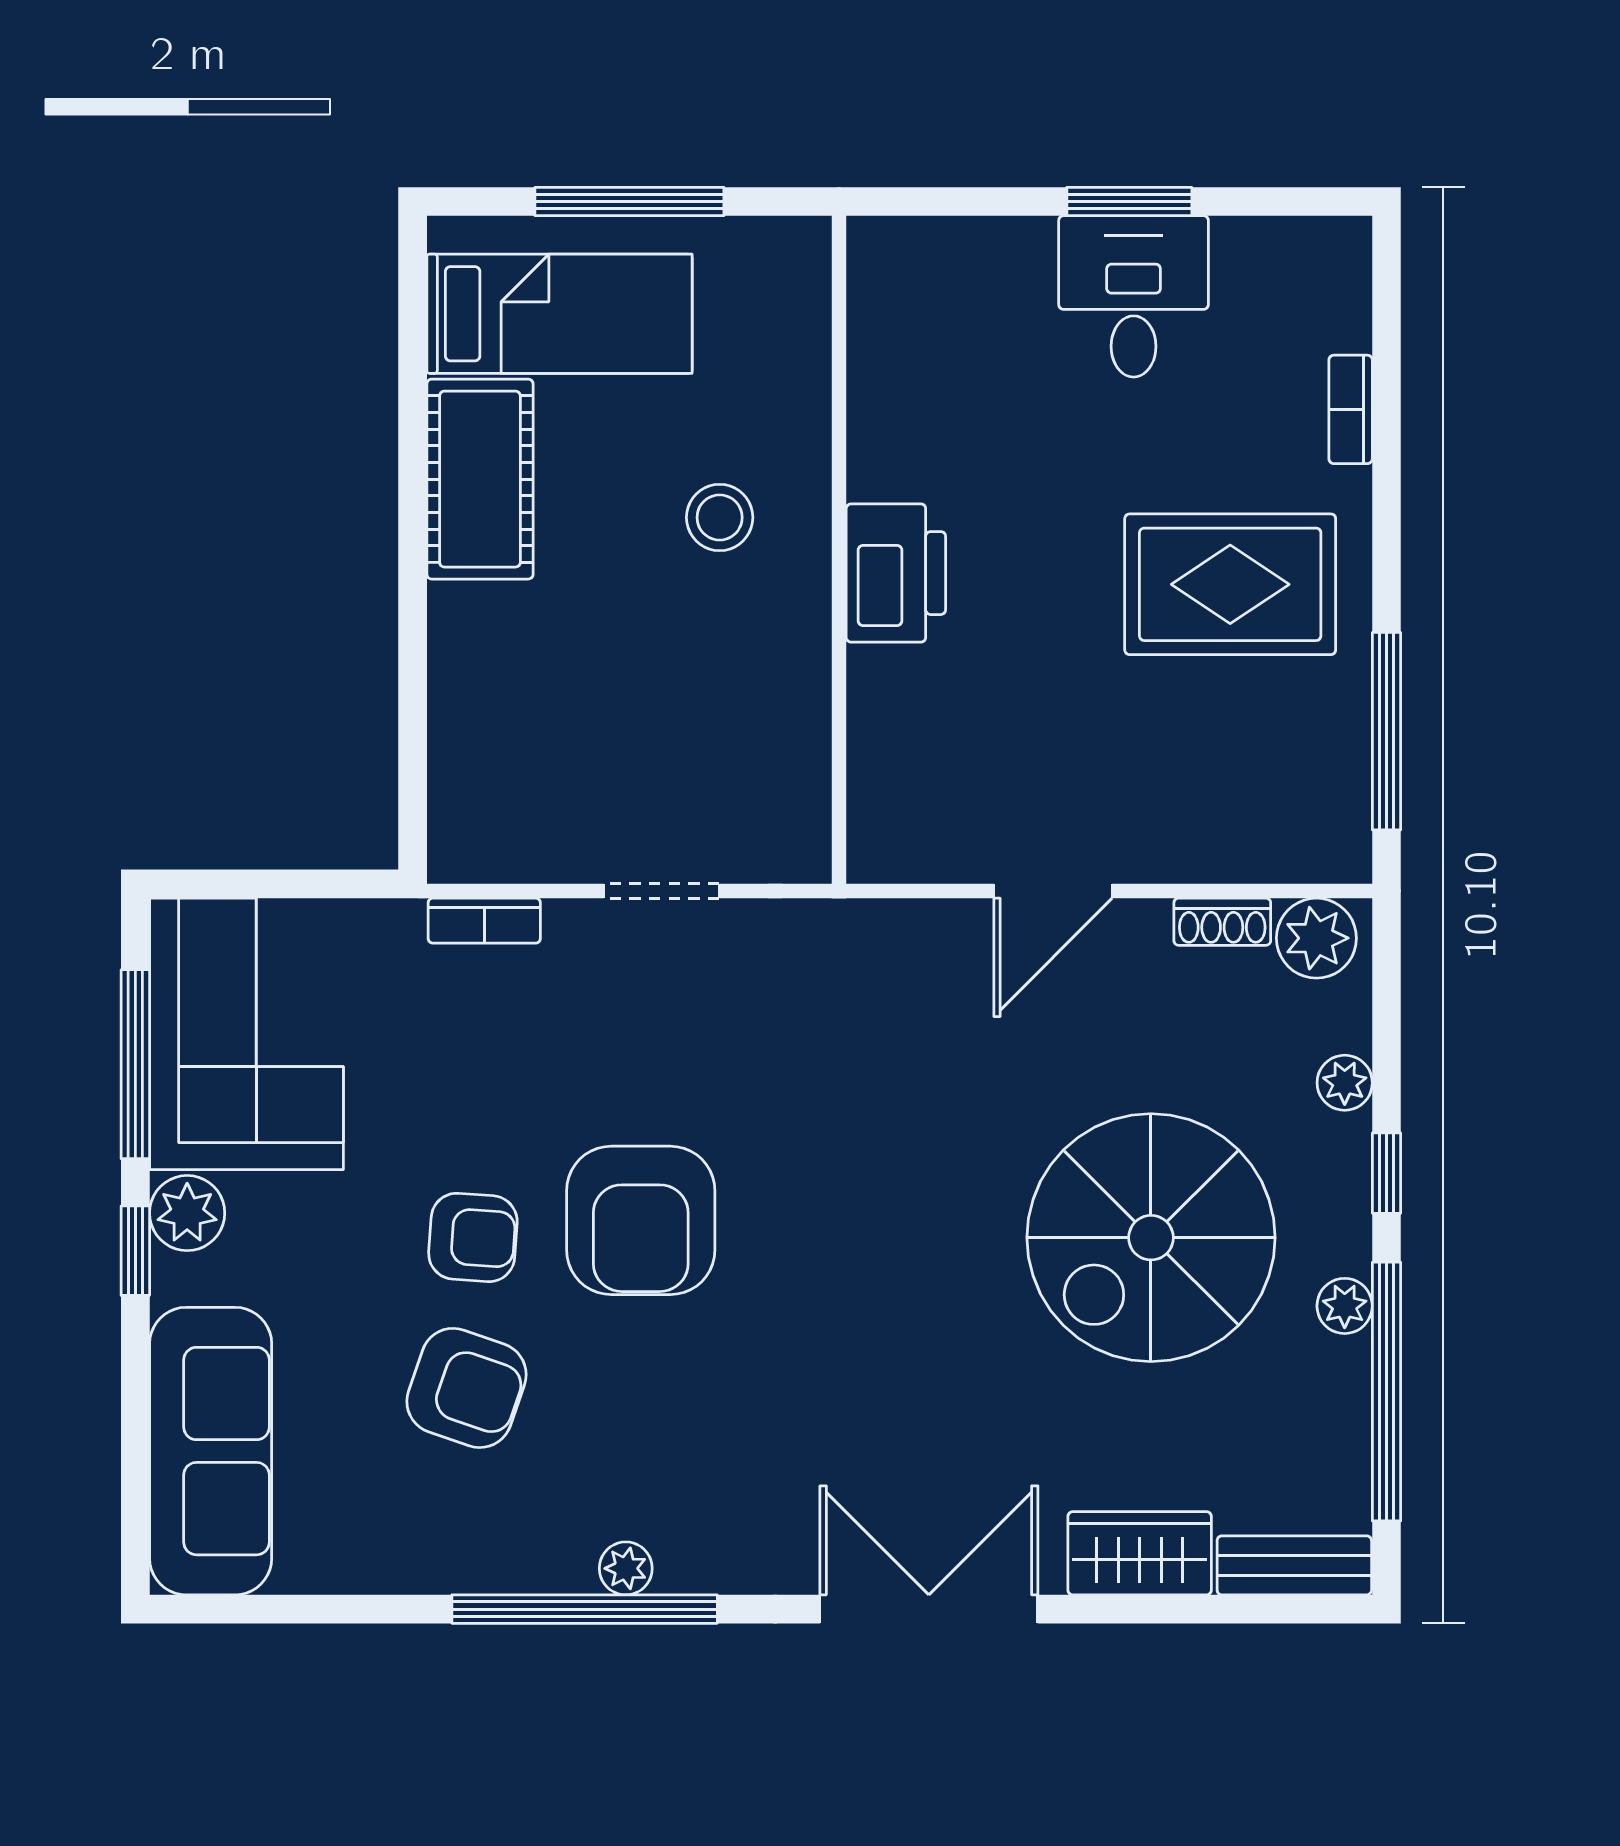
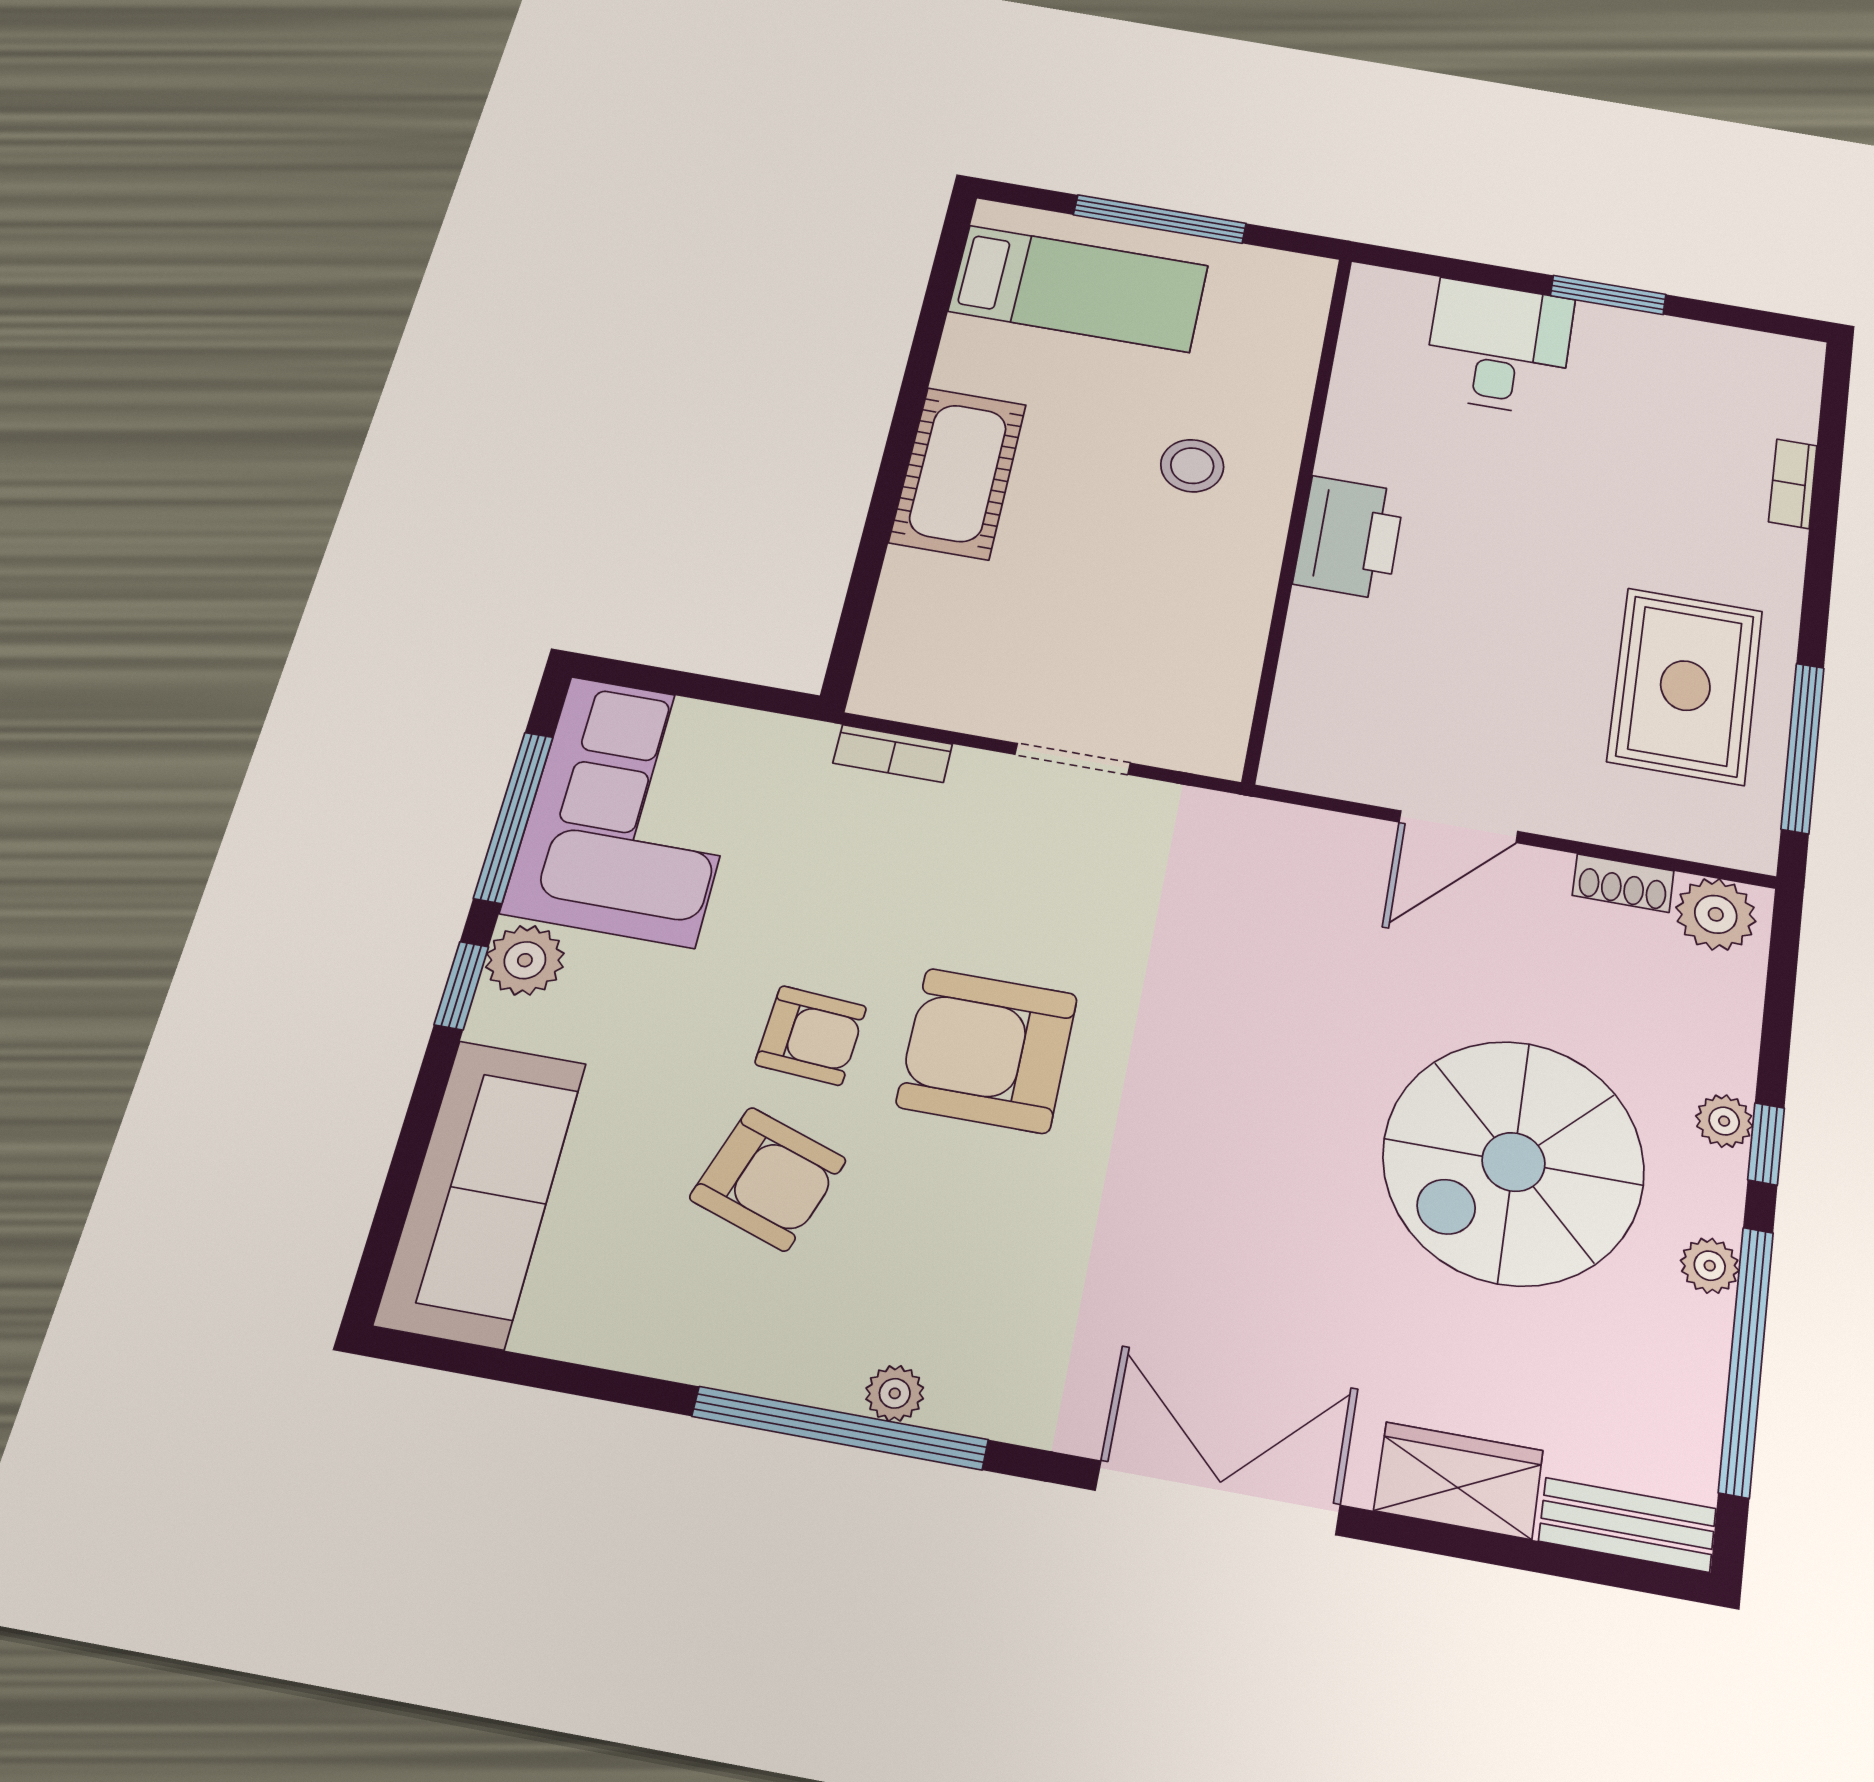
desk: (1134, 296) -> (1499, 347), moved
cot: (480, 479) -> (958, 473), moved
rug: (1230, 584) -> (1685, 686), moved, turned 90
plant: (1345, 1083) -> (1724, 1121), moved
armchair: (641, 1220) -> (987, 1050), turned 90

